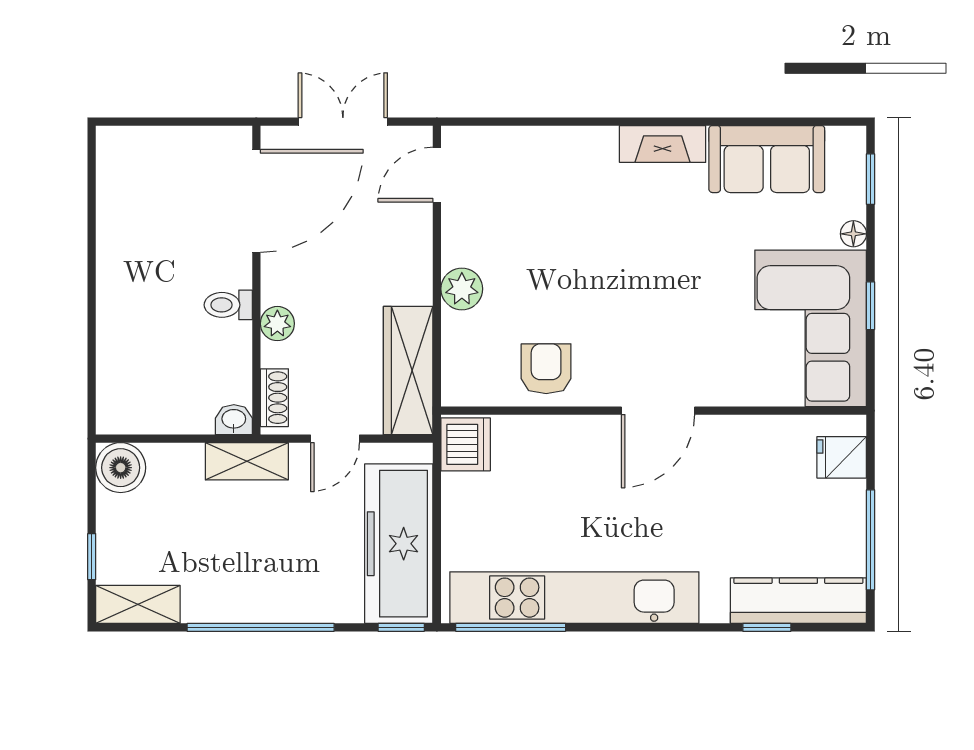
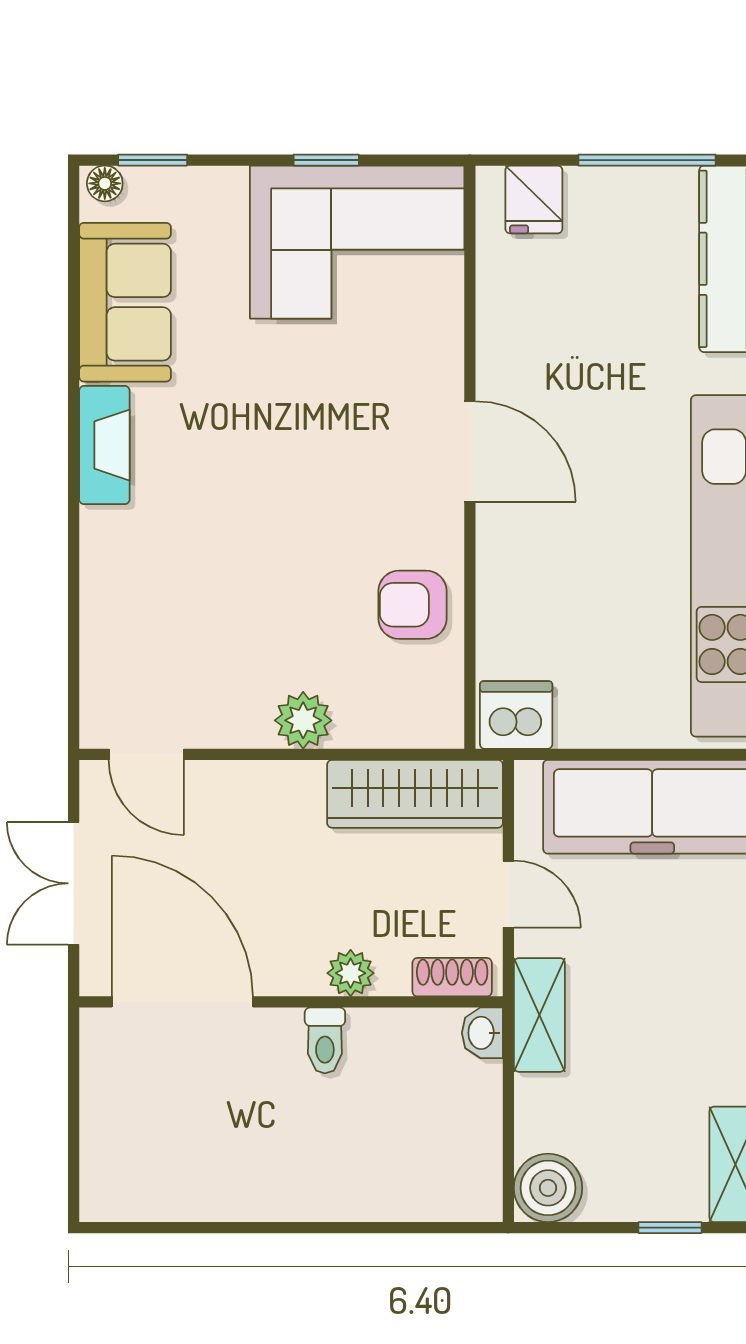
floor lamp: (853, 234) -> (105, 183), moved

